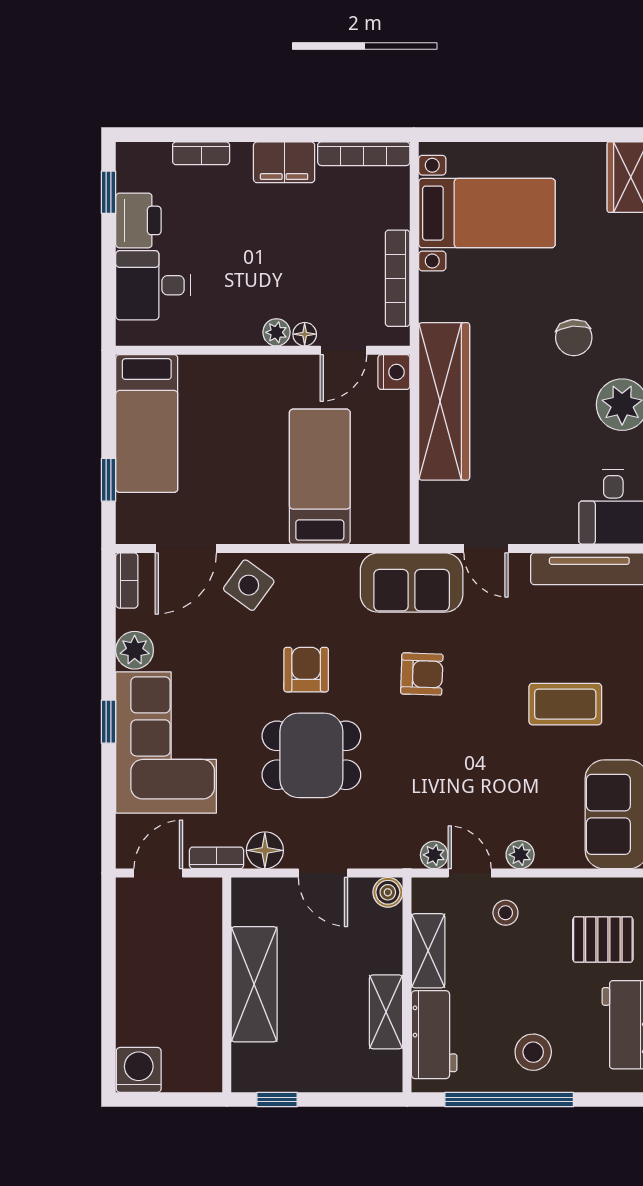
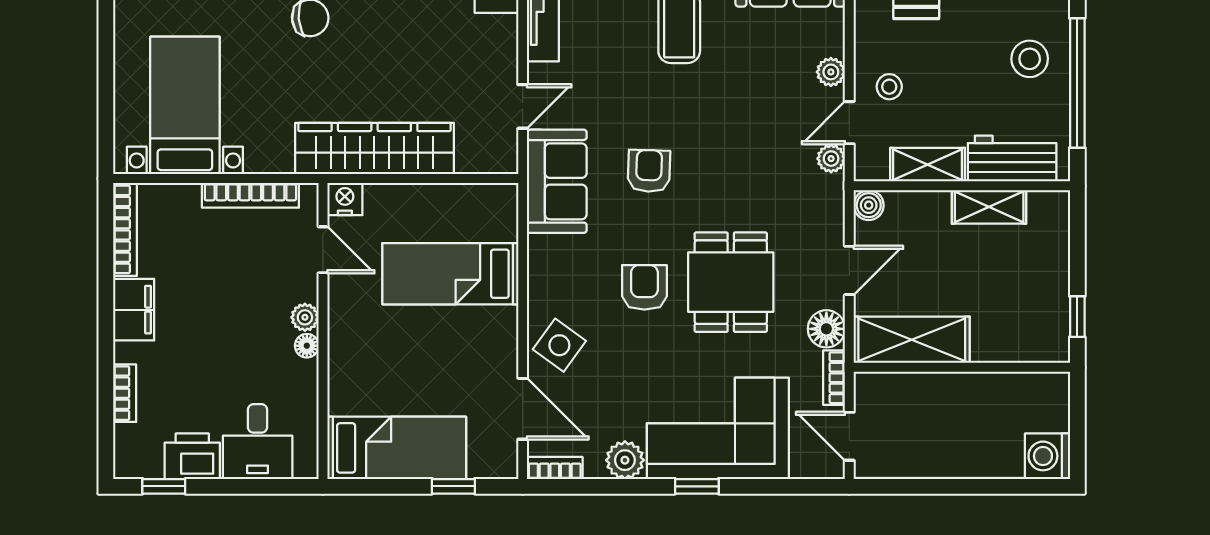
floor lamp: (305, 334) -> (307, 346), moved
armchair: (306, 670) -> (644, 287), turned 90
shelving: (254, 984) -> (912, 340), moved

